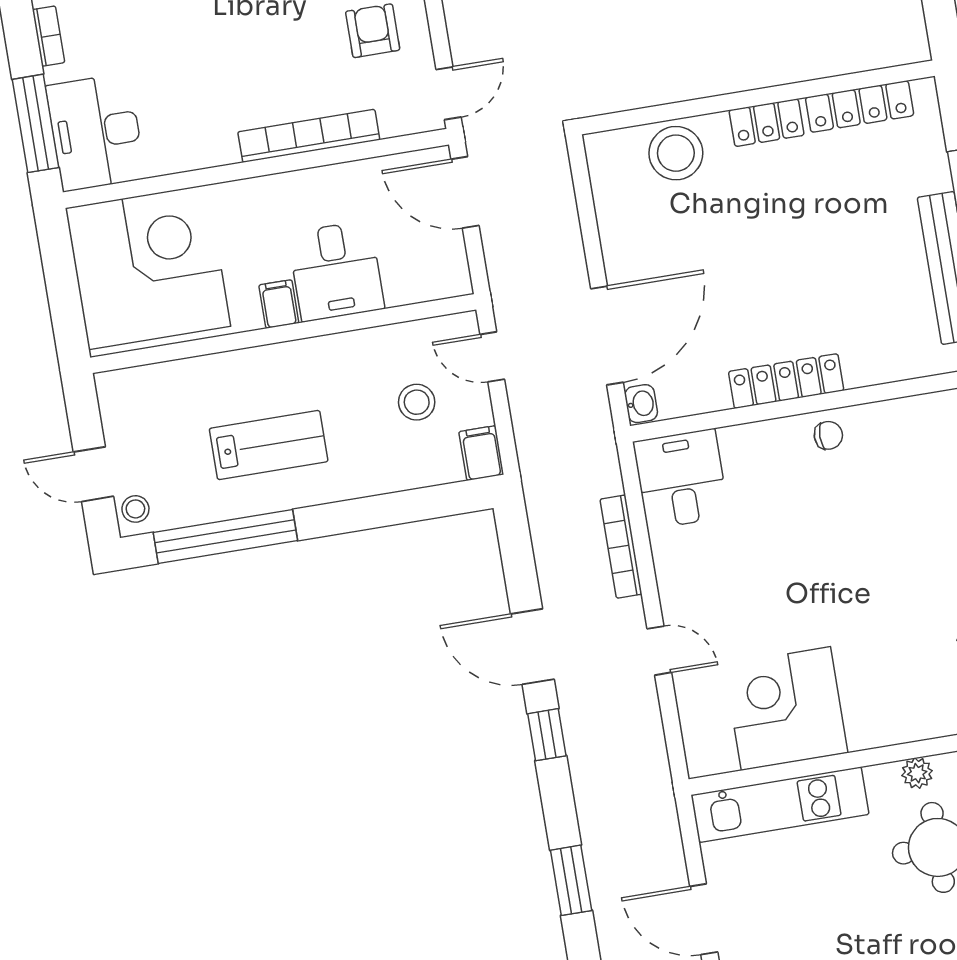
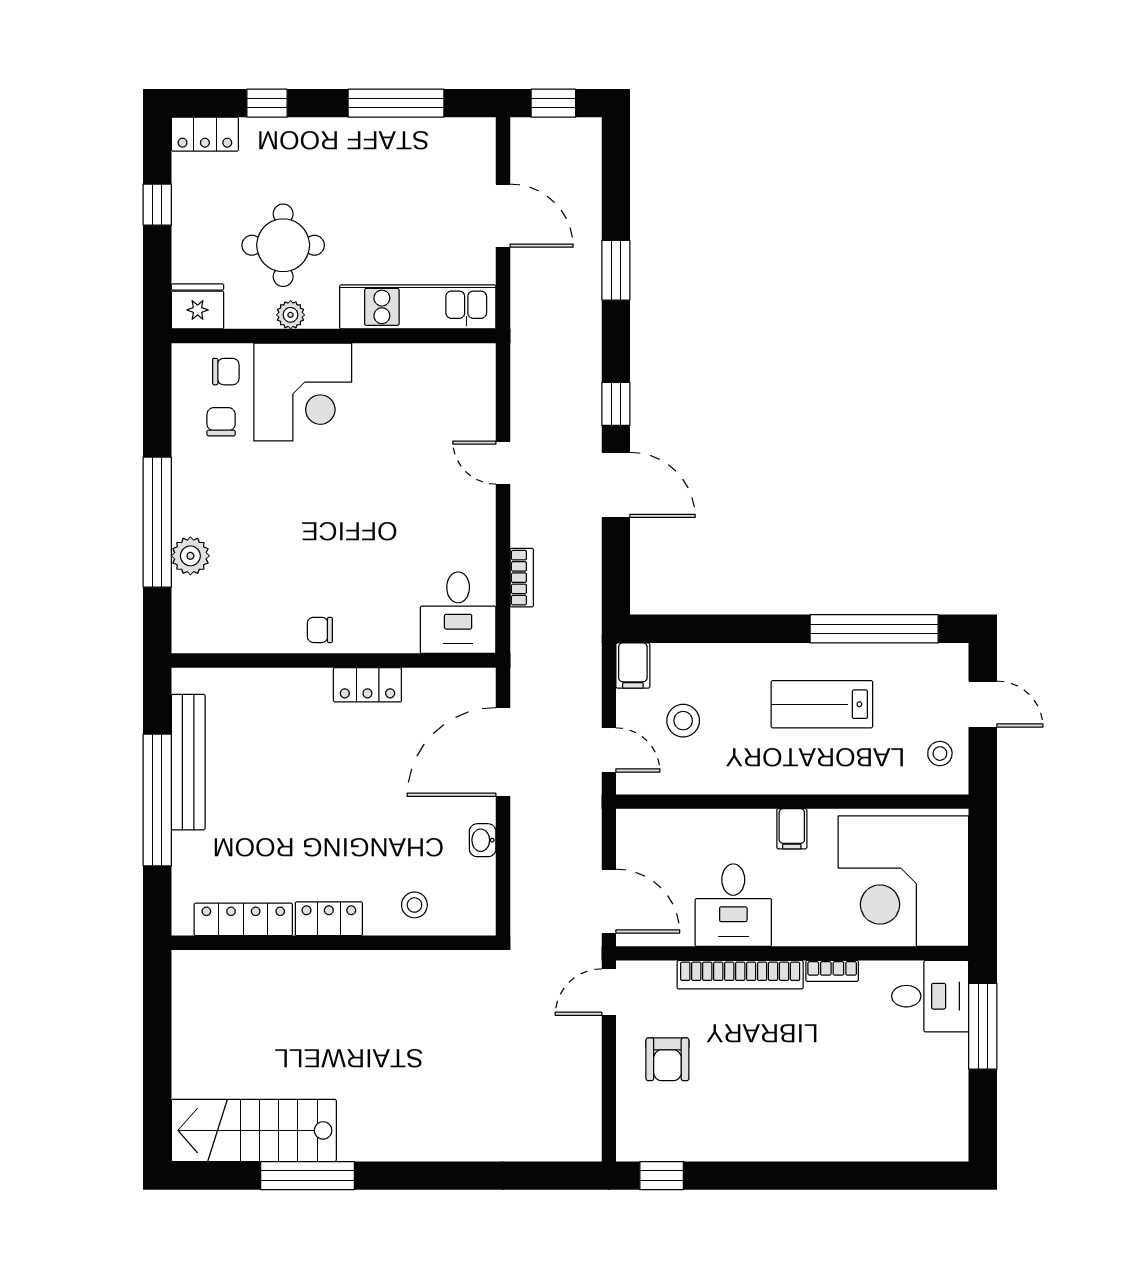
bookcase: (48, 36) -> (832, 971), moved, turned -90
desk: (96, 132) -> (930, 996), width x0.73
stool: (676, 153) -> (414, 905), width x0.53, depth x0.53
desk: (336, 271) -> (733, 905), moved, turned 180
locker: (786, 381) -> (367, 685), width x0.66
washbasin: (641, 404) -> (483, 840), moved
stool: (135, 509) -> (940, 754), moved
bookcase: (621, 547) -> (522, 578), width x0.64
corner desk: (786, 709) -> (303, 392), moved

